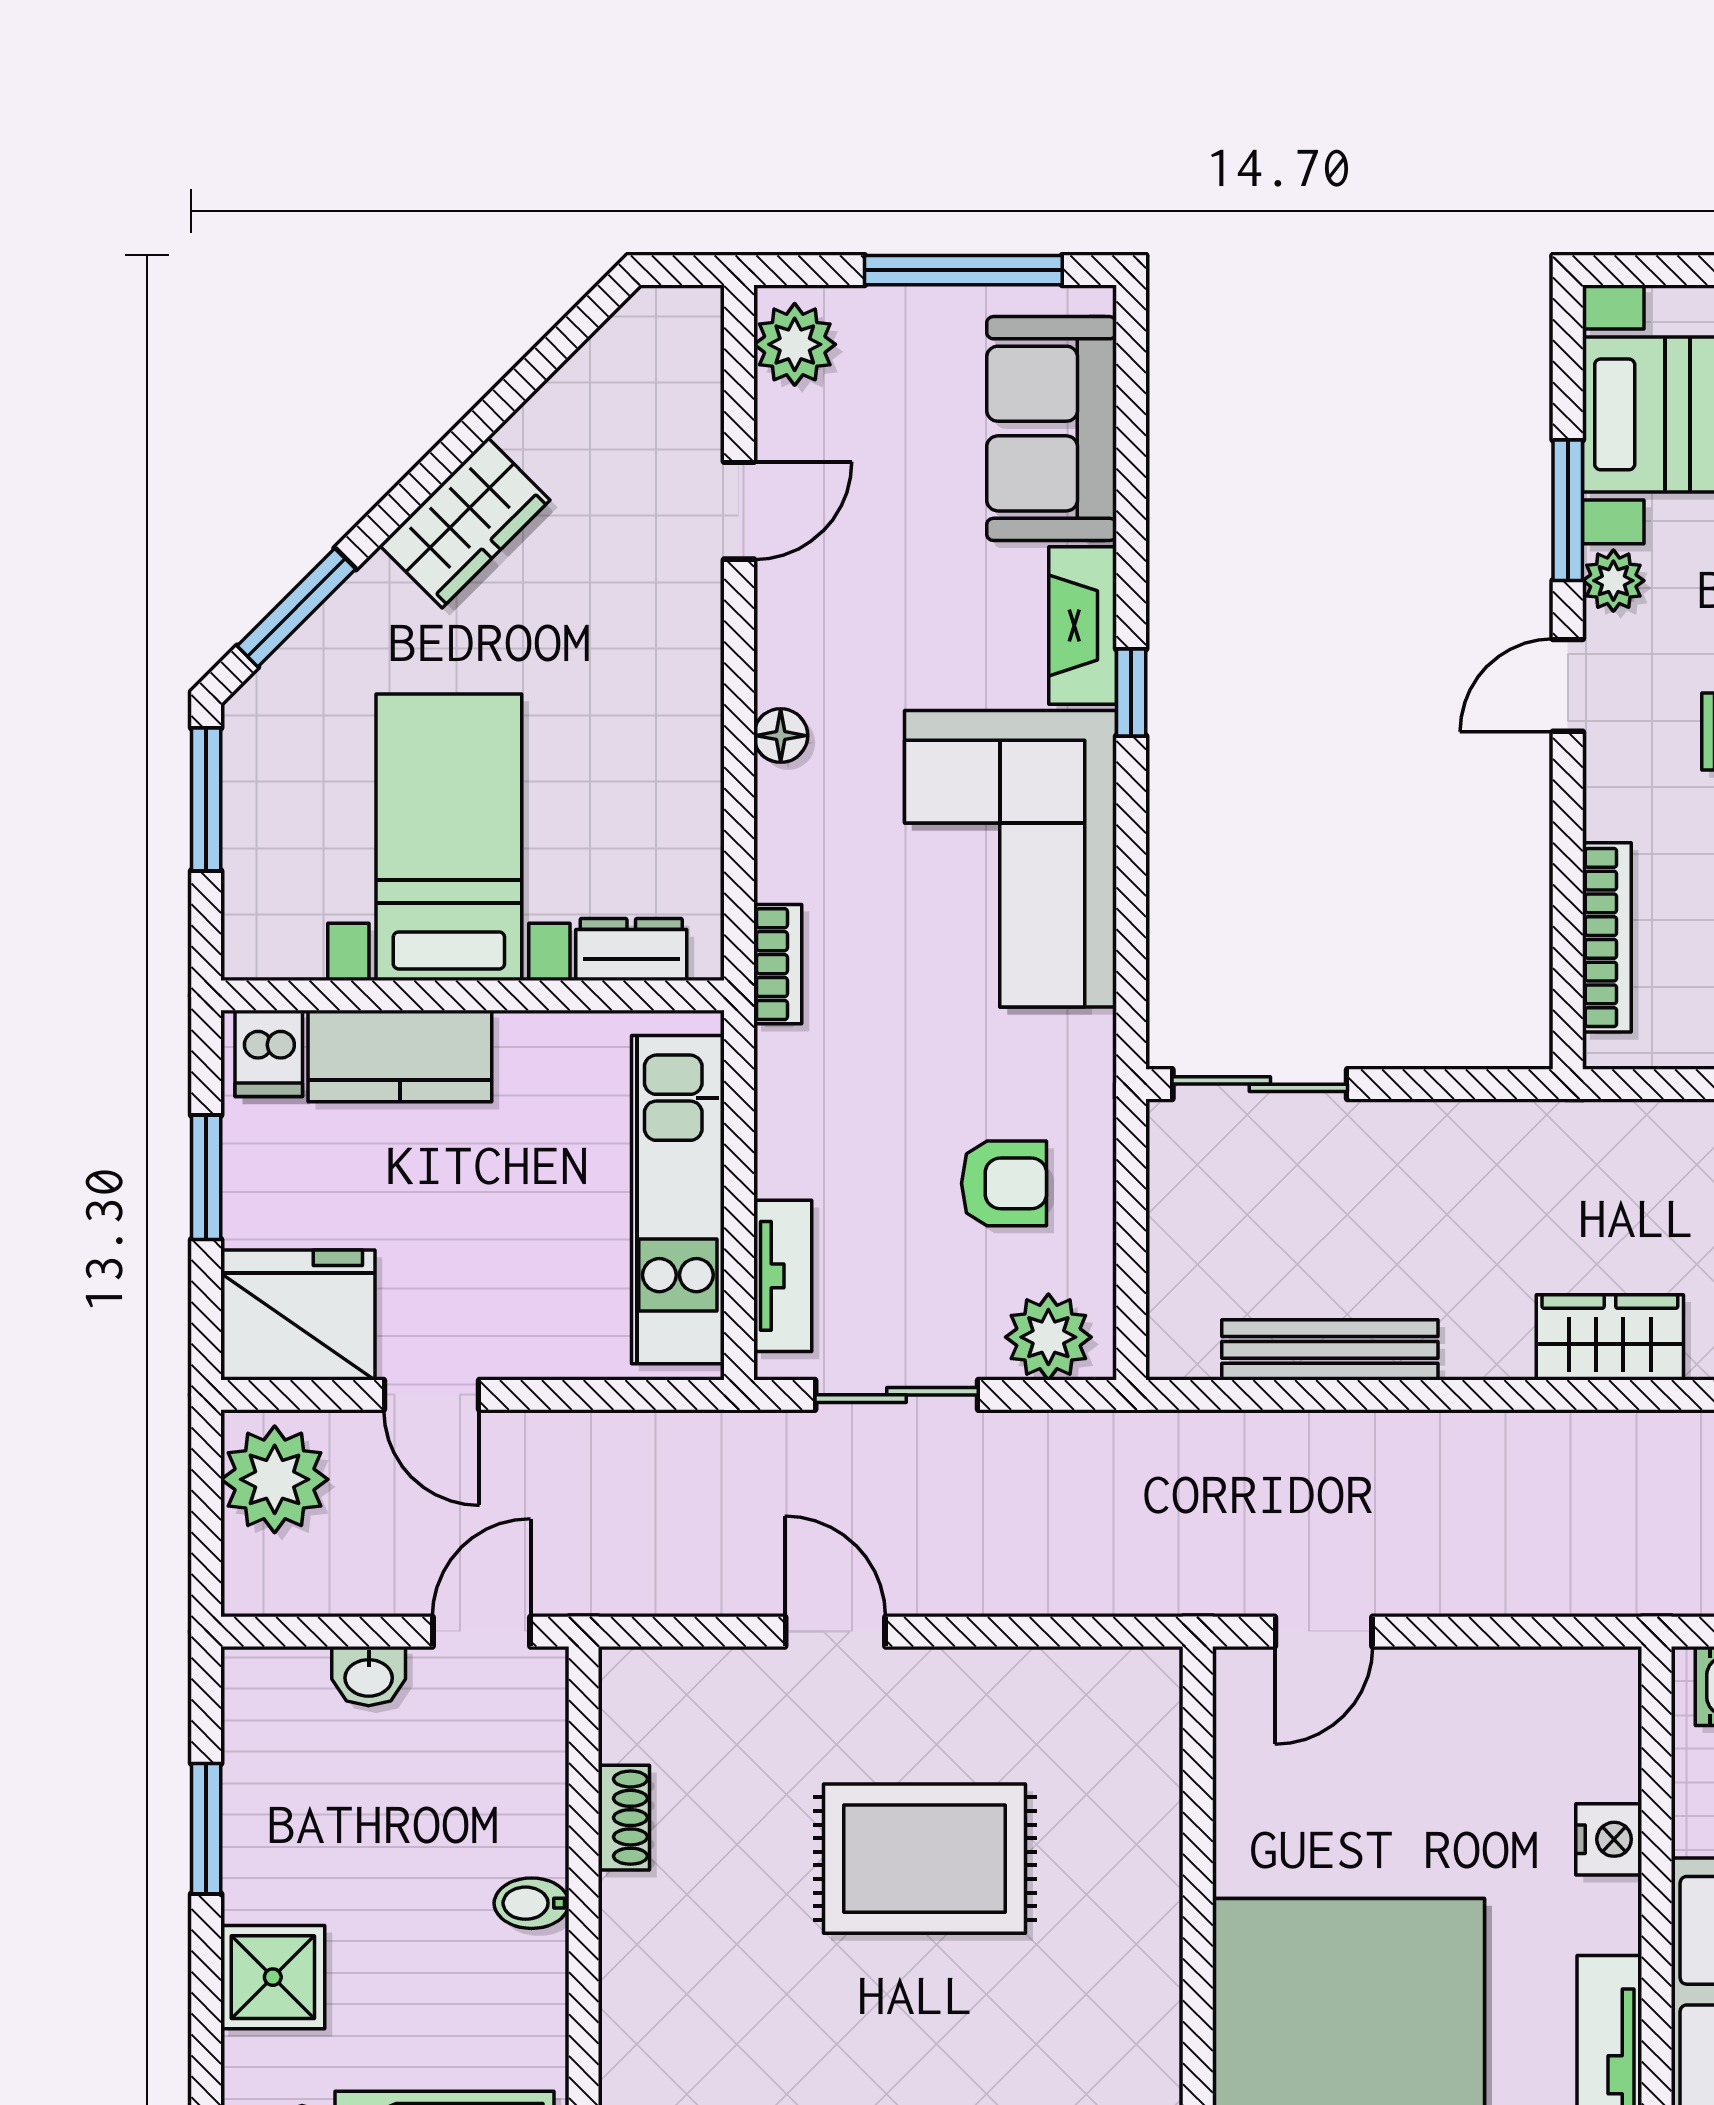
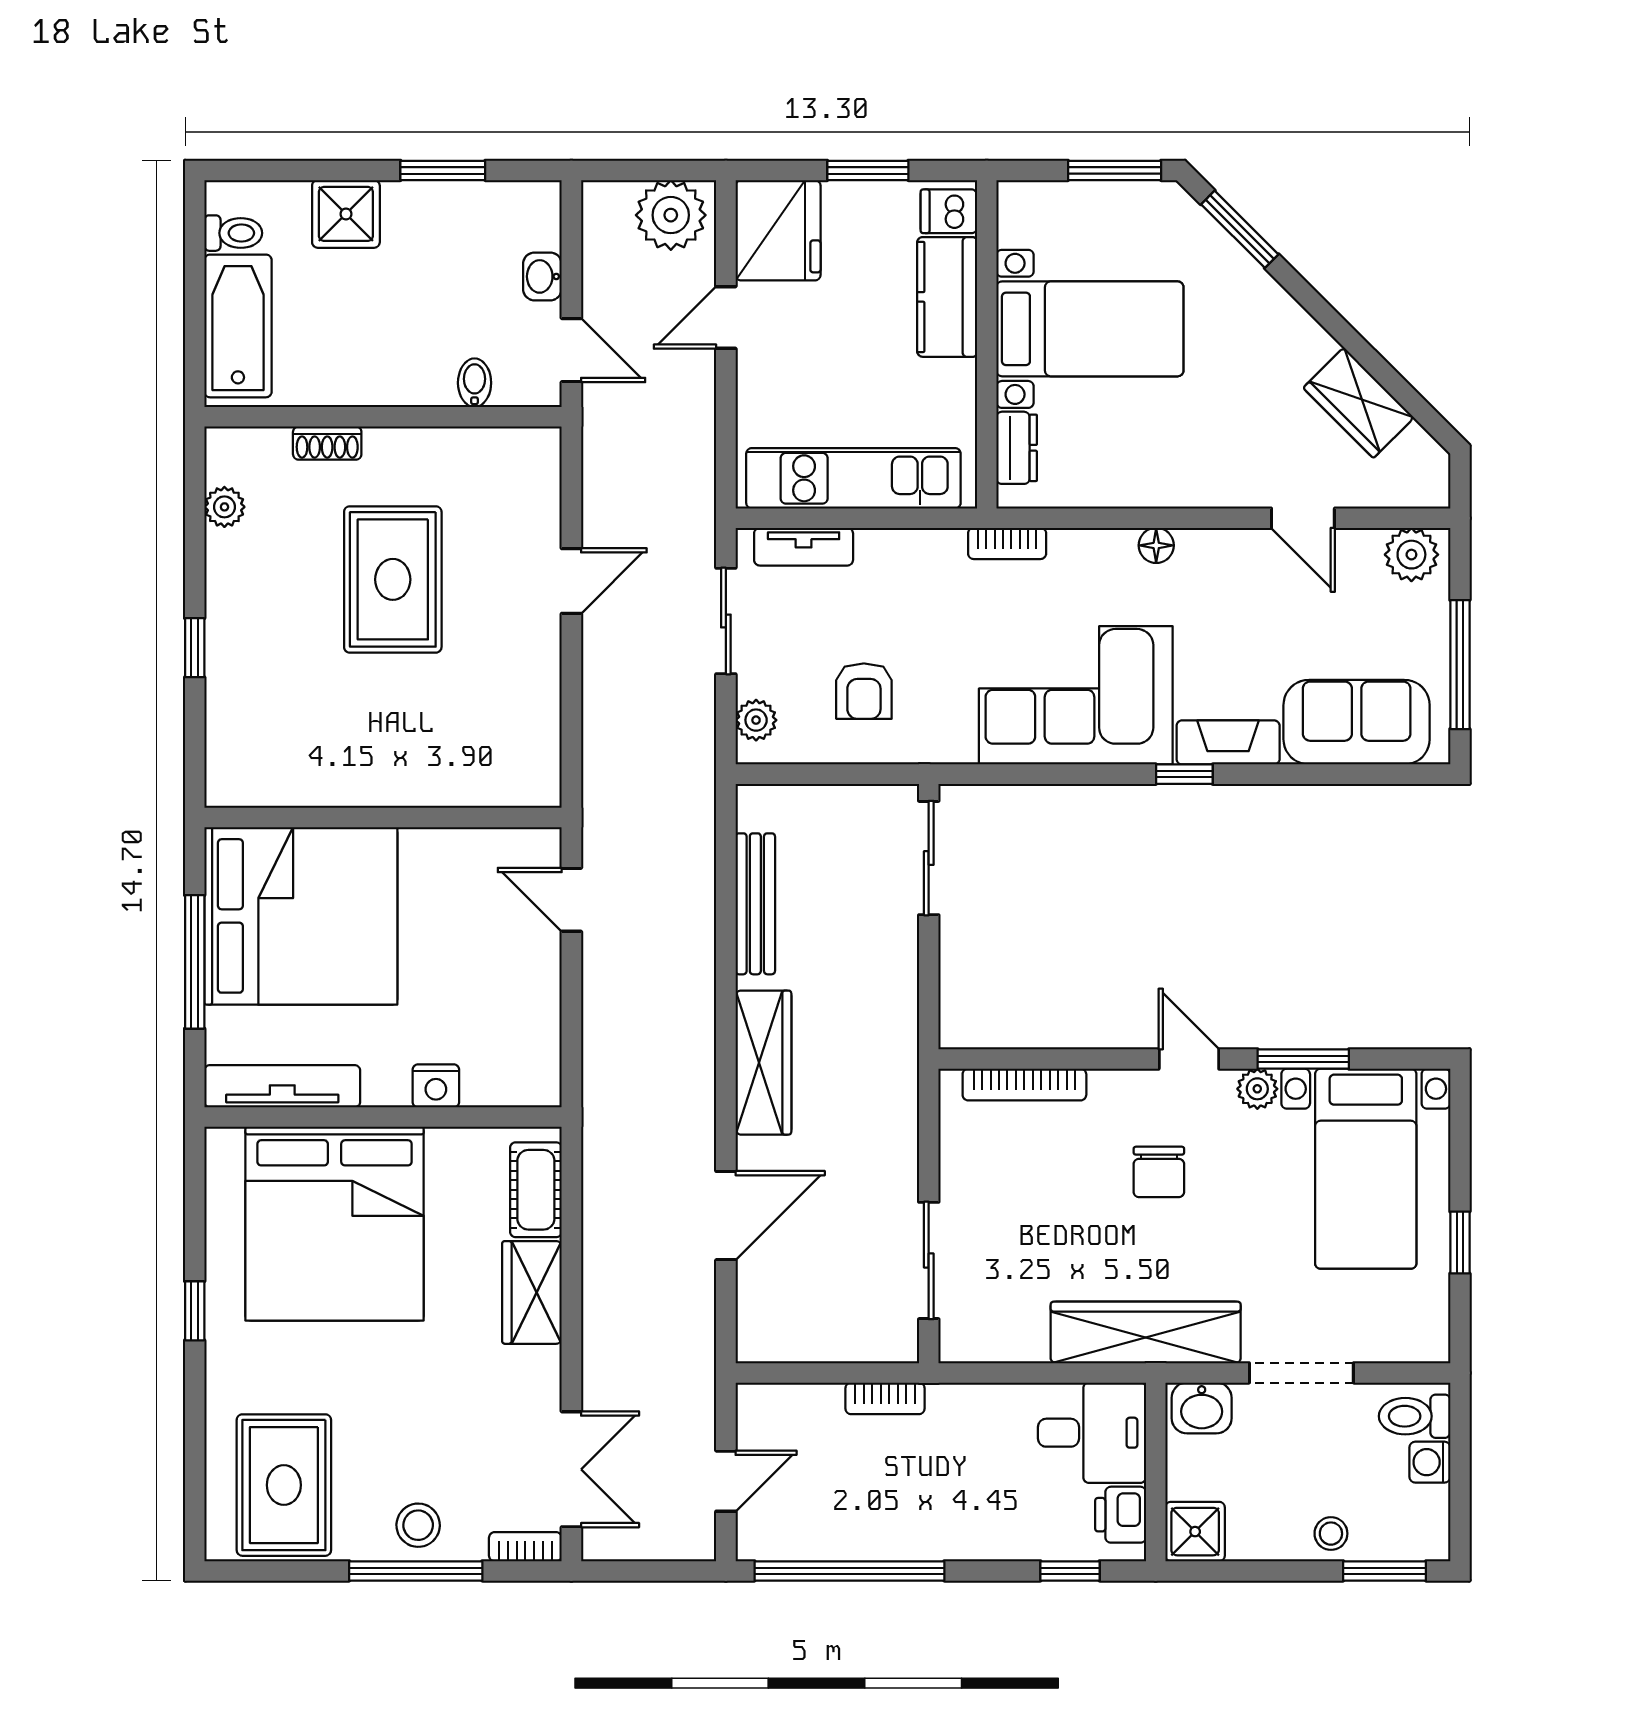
wardrobe: (465, 523) -> (1359, 403), moved
plant: (1048, 1337) -> (756, 720), width x0.73, depth x0.73
wardrobe: (1610, 1337) -> (763, 1063), width x1.50
shoe rack: (624, 1818) -> (327, 443), moved
rug: (925, 1859) -> (393, 579), moved
bidet: (532, 1903) -> (475, 383), moved

